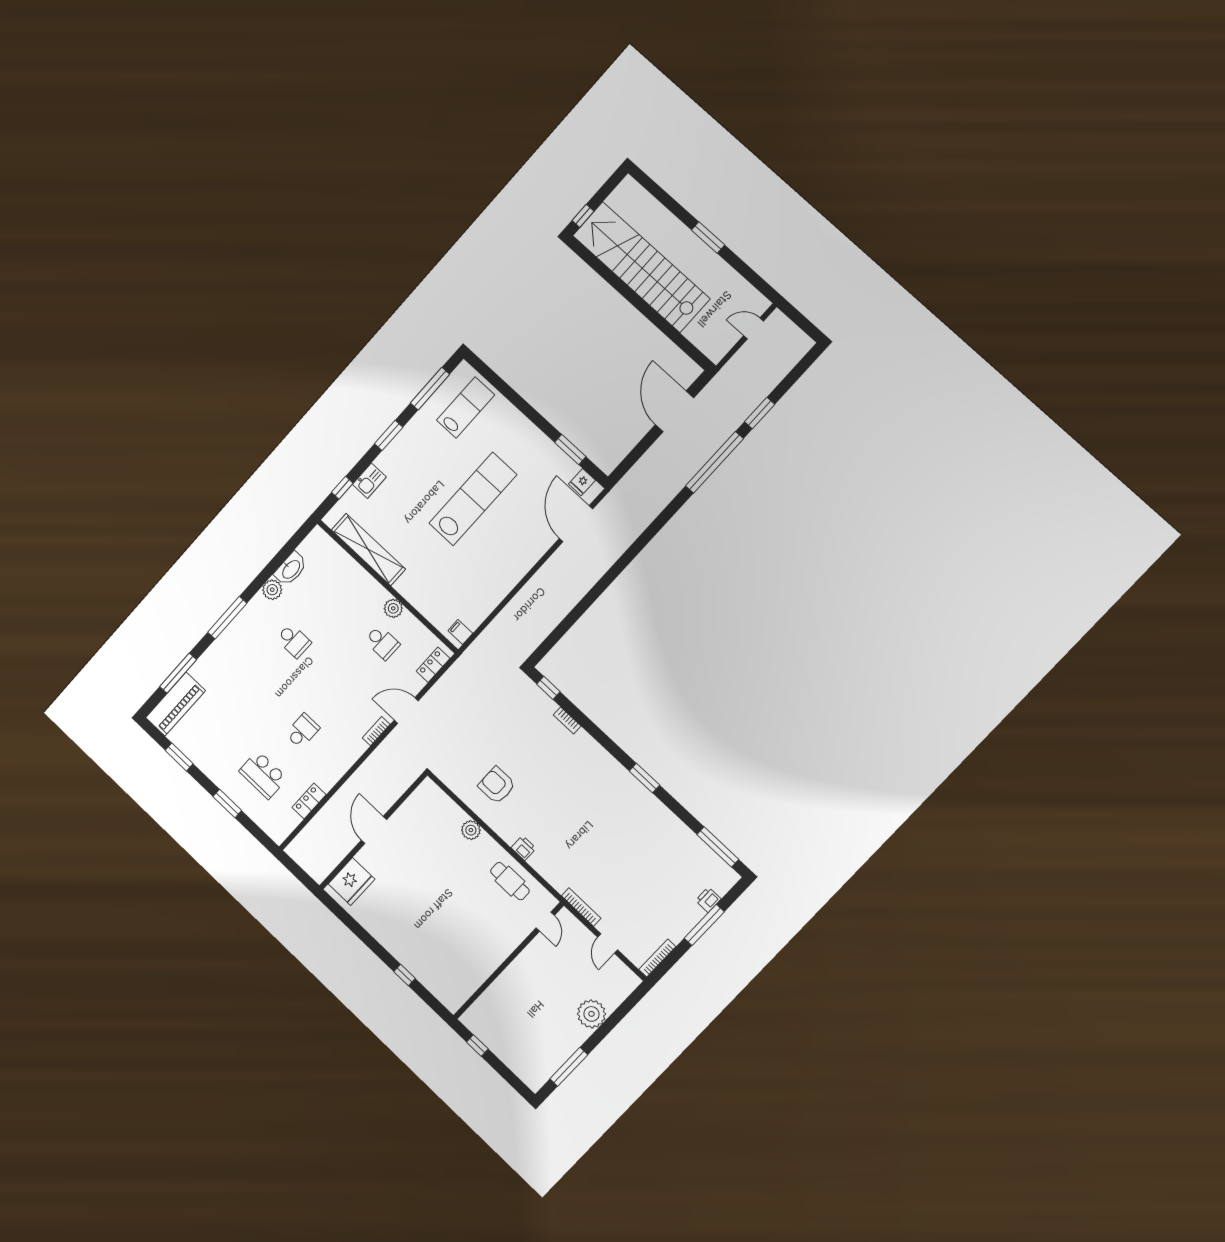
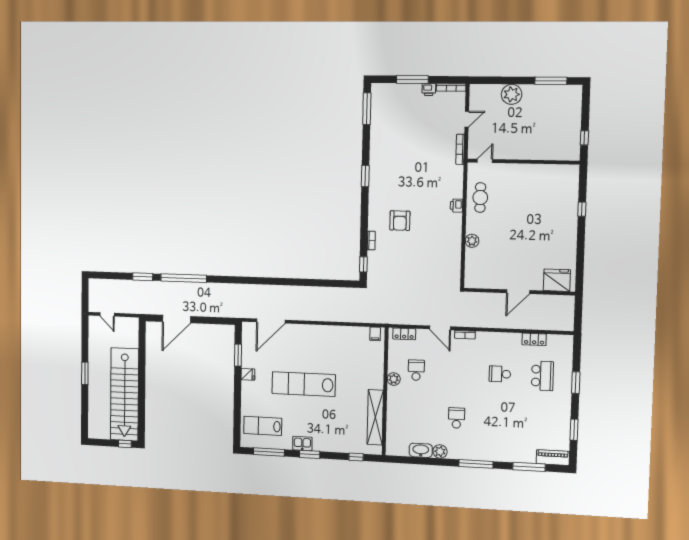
kitchen sink: (369, 481) -> (302, 444), moved
fridge: (582, 482) -> (248, 374), moved
piano: (176, 704) -> (553, 458), width x0.73, depth x0.75
armchair: (497, 785) -> (400, 221), moved
printer: (708, 900) -> (429, 90), moved

